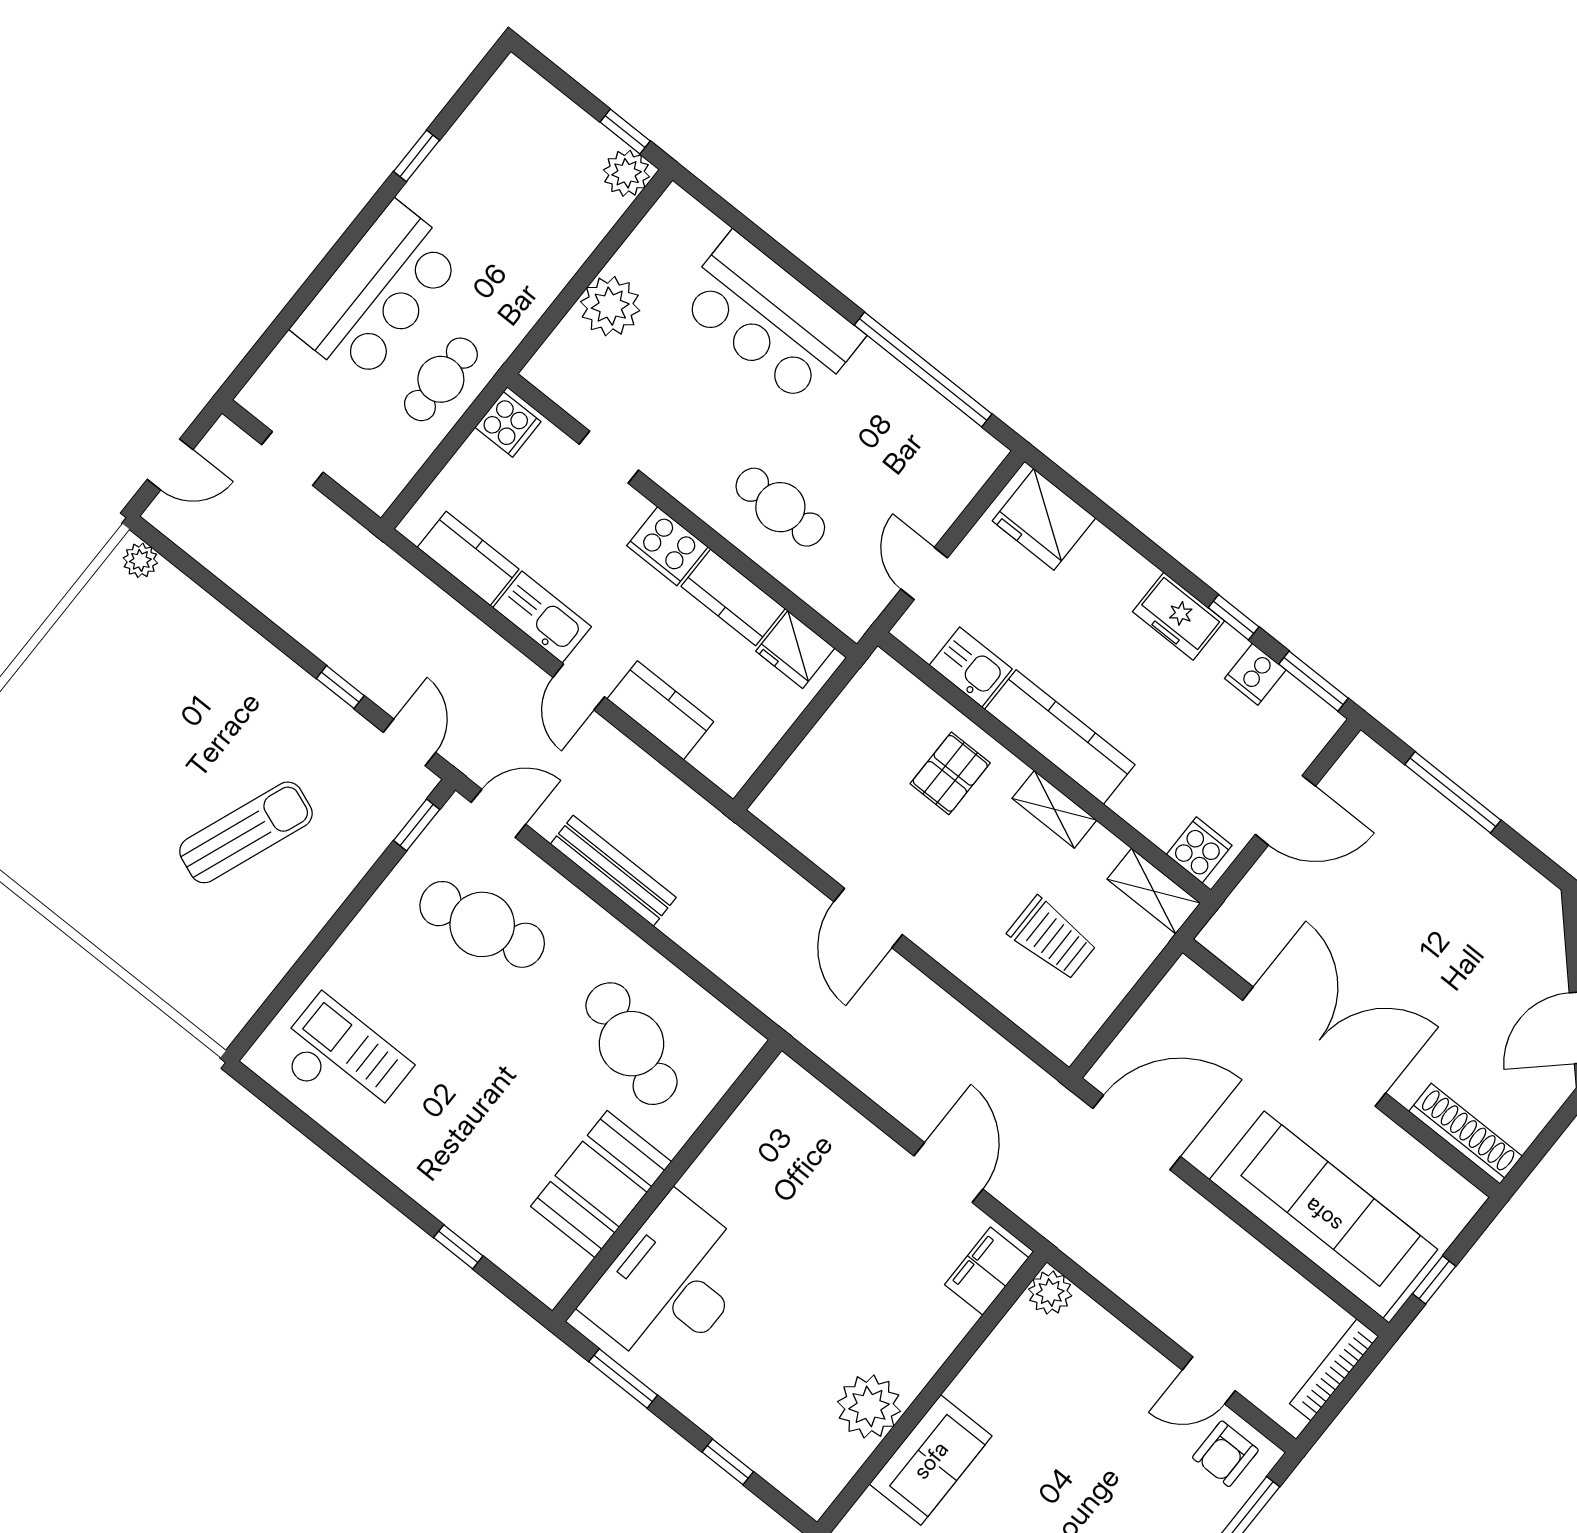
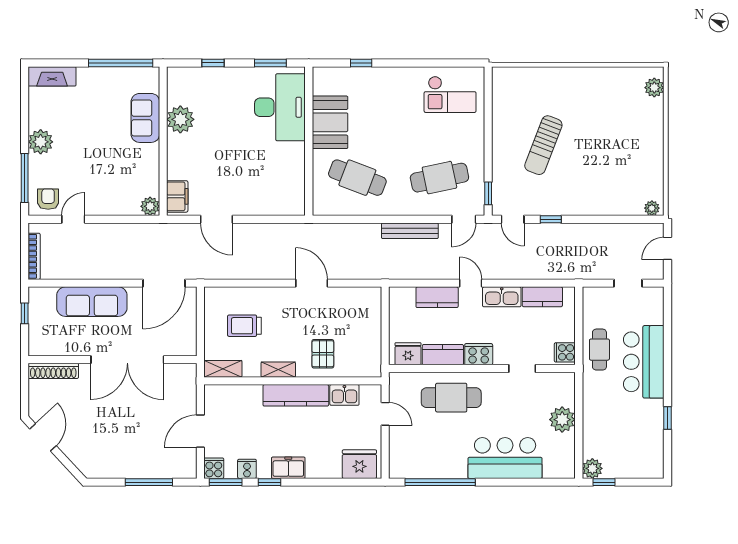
cafe table: (780, 507) -> (451, 398), width x1.37, depth x1.35
cooker: (1199, 850) -> (214, 468), moved, turned 180
sofa: (1323, 1215) -> (92, 302), width x0.74, depth x0.79

